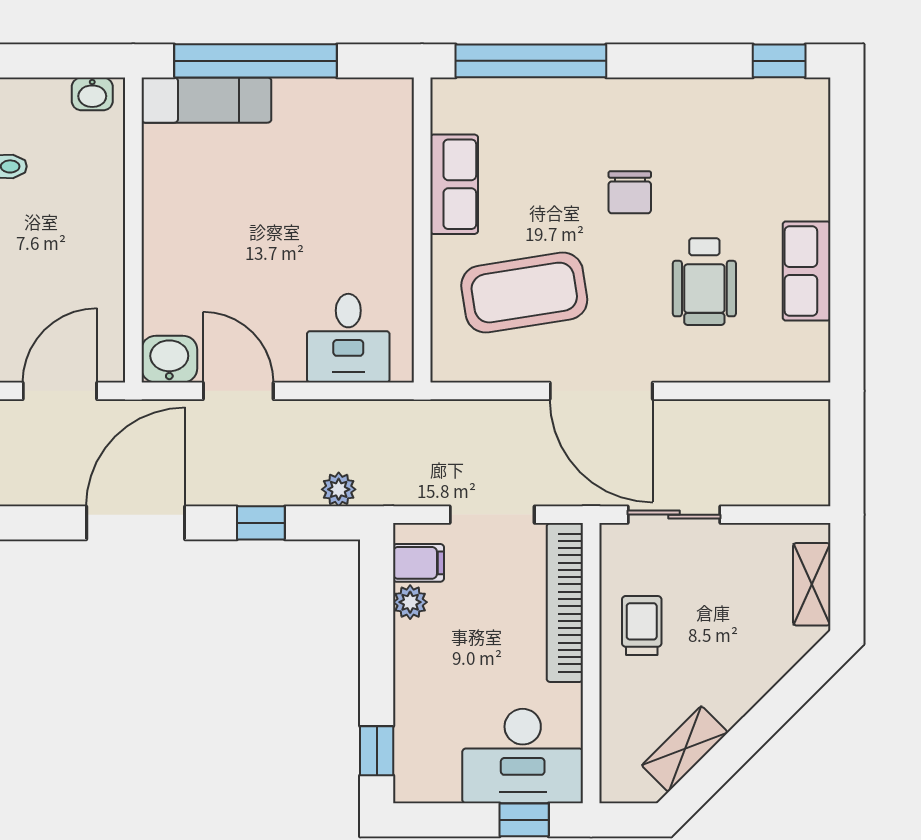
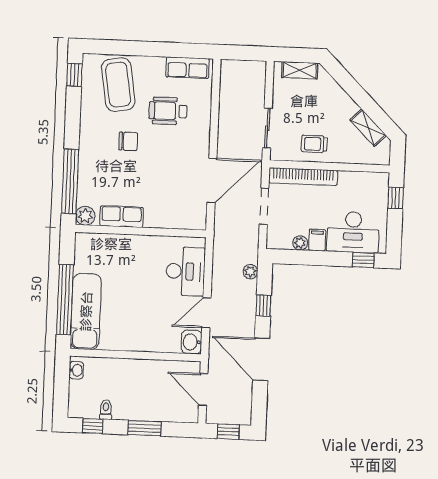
exam couch: (206, 100) -> (86, 311), width x1.36, depth x1.45
plant: (453, 100) -> (85, 216), added
row of seats: (807, 271) -> (188, 68), moved
wheelchair: (704, 282) -> (168, 111), turned 180
coffee table: (524, 293) -> (118, 85), moved
desk: (348, 338) -> (185, 271), width x1.37
door: (601, 391) -> (212, 180), moved
filing cabinet: (419, 563) -> (317, 240), moved
desk: (523, 756) -> (353, 232), moved, turned 90

